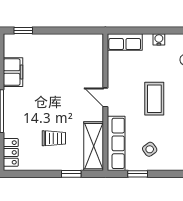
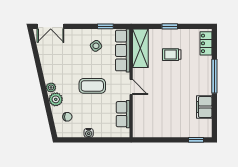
row of seats: (125, 42) -> (123, 114), moved, turned -90
coffee table: (154, 99) -> (92, 86), turned 90
window: (71, 174) -> (170, 26), moved

